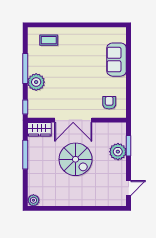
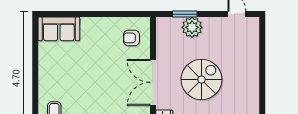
sofa: (117, 60) -> (59, 29), moved
double door: (73, 120) -> (153, 82), swing flipped

